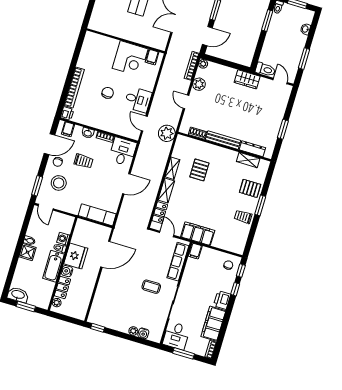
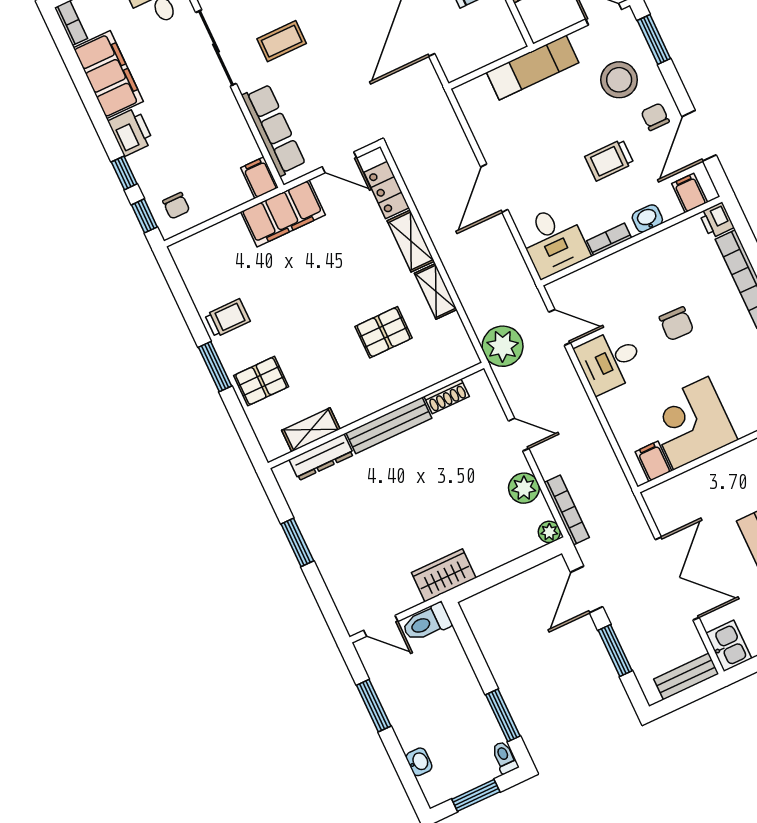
pallet: (199, 170) -> (384, 332), turned 90
exam couch: (97, 215) -> (533, 68), moved

